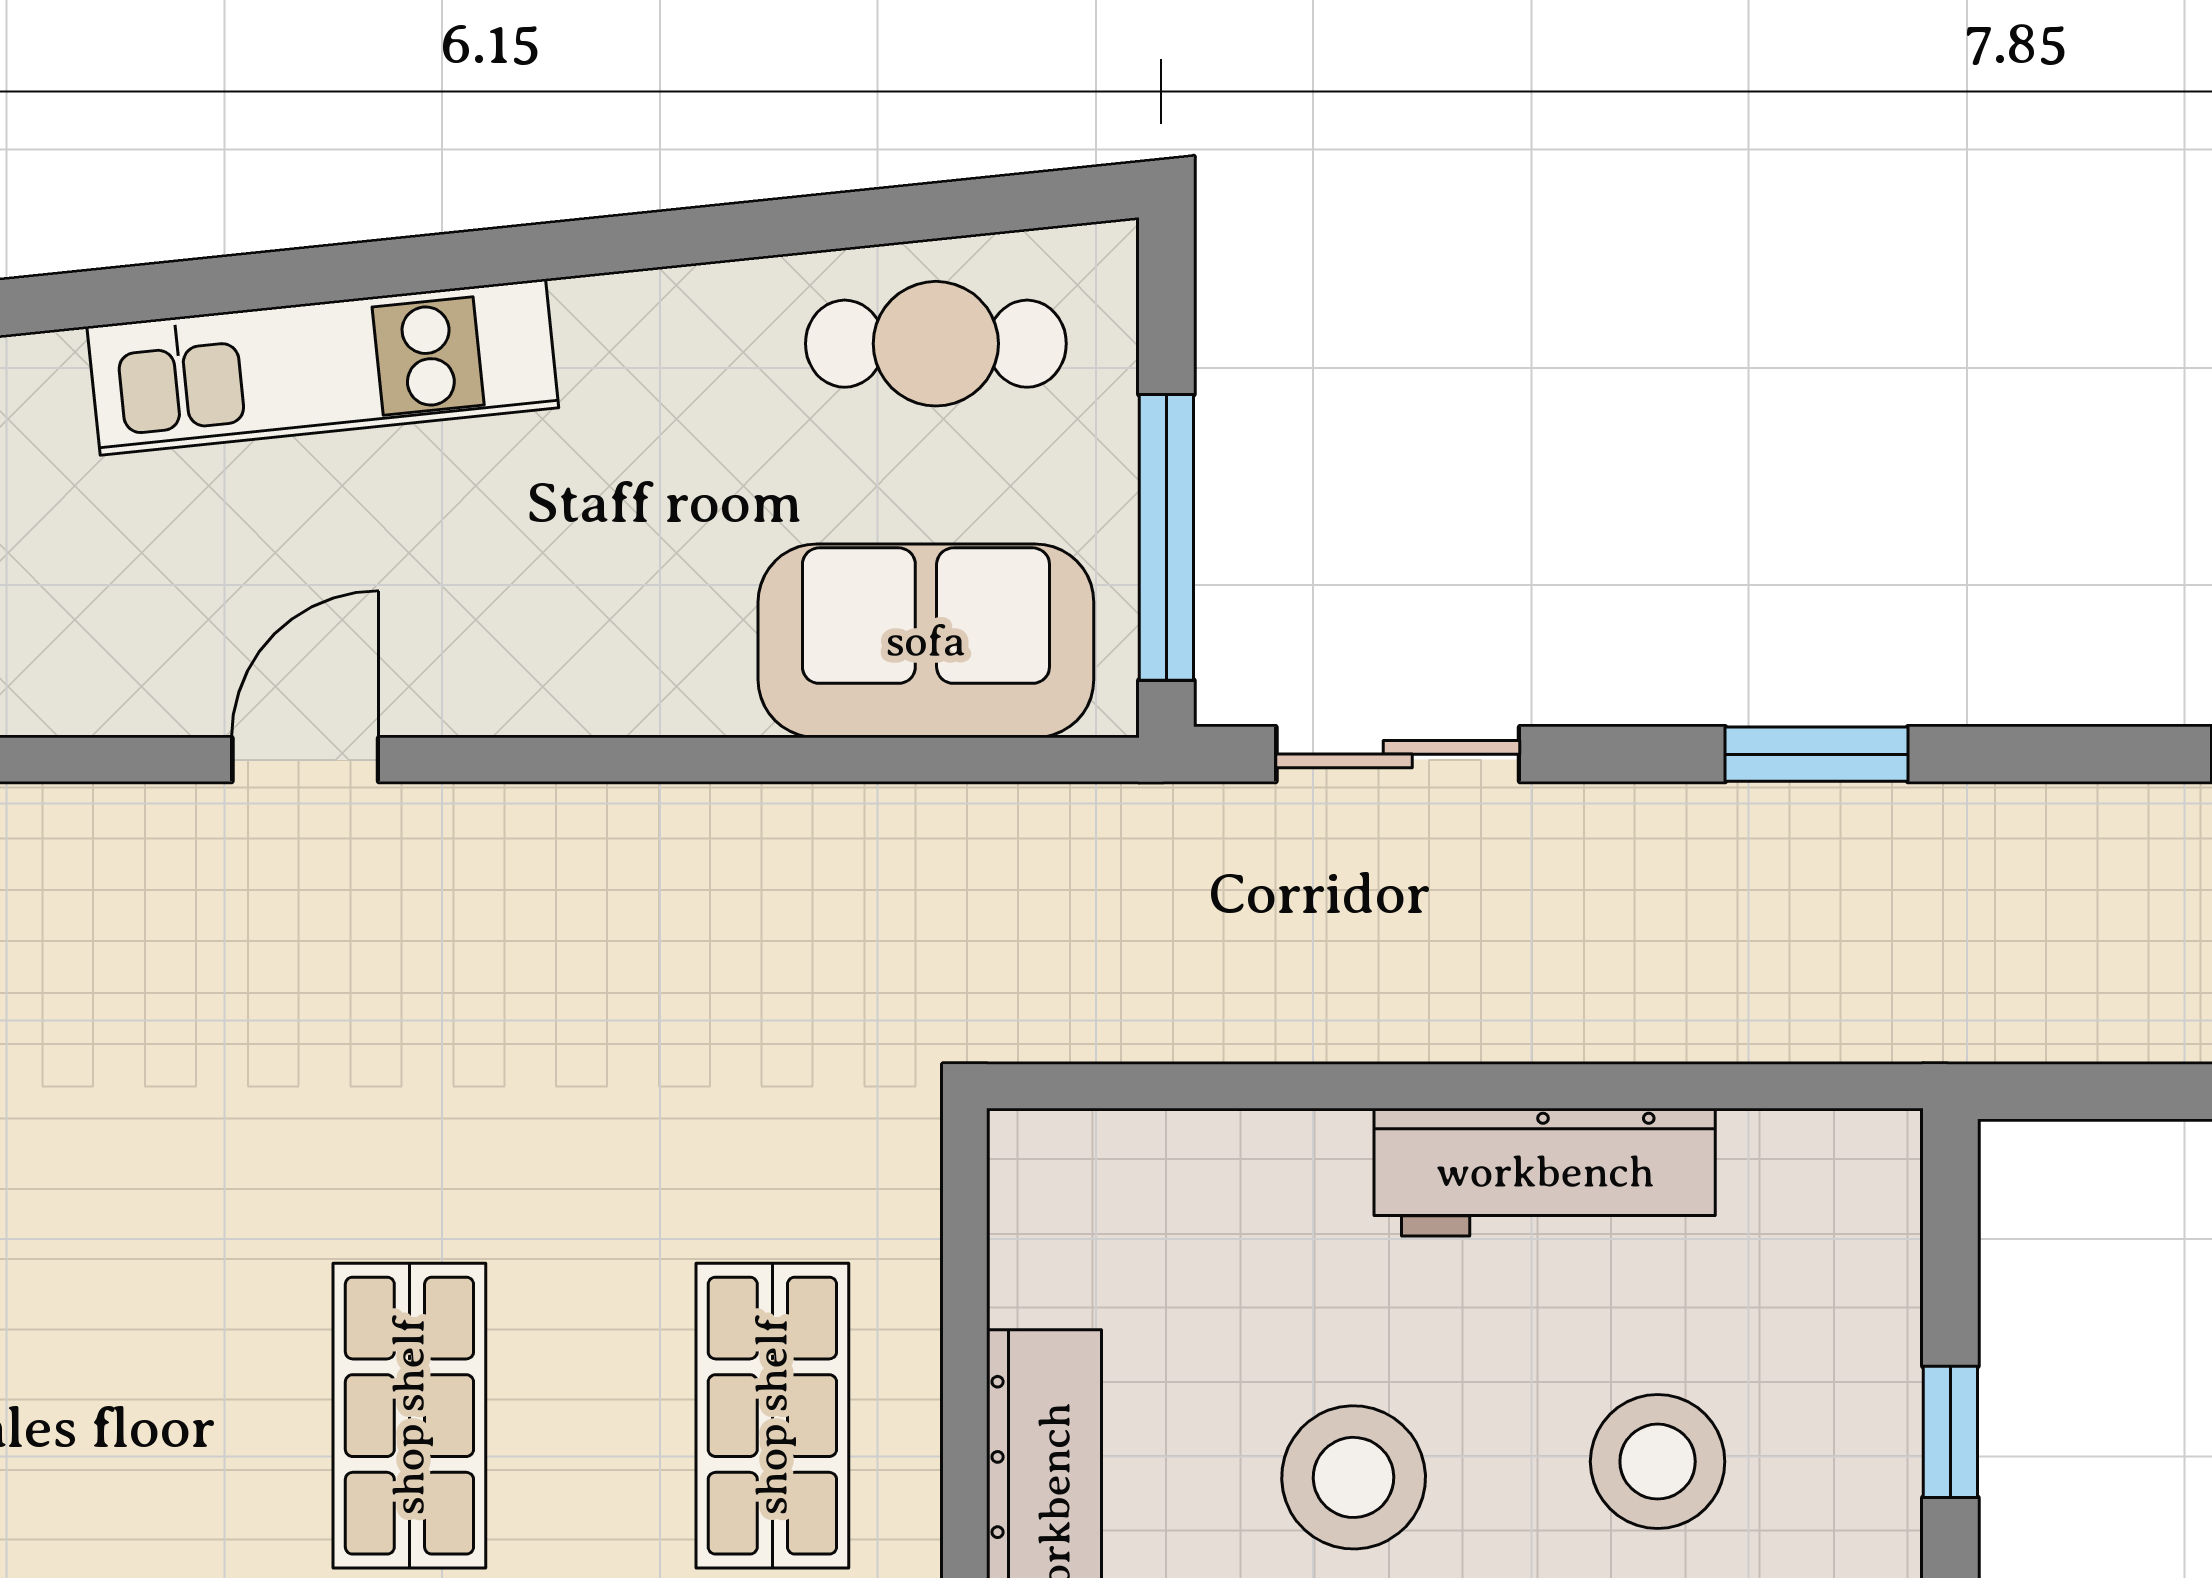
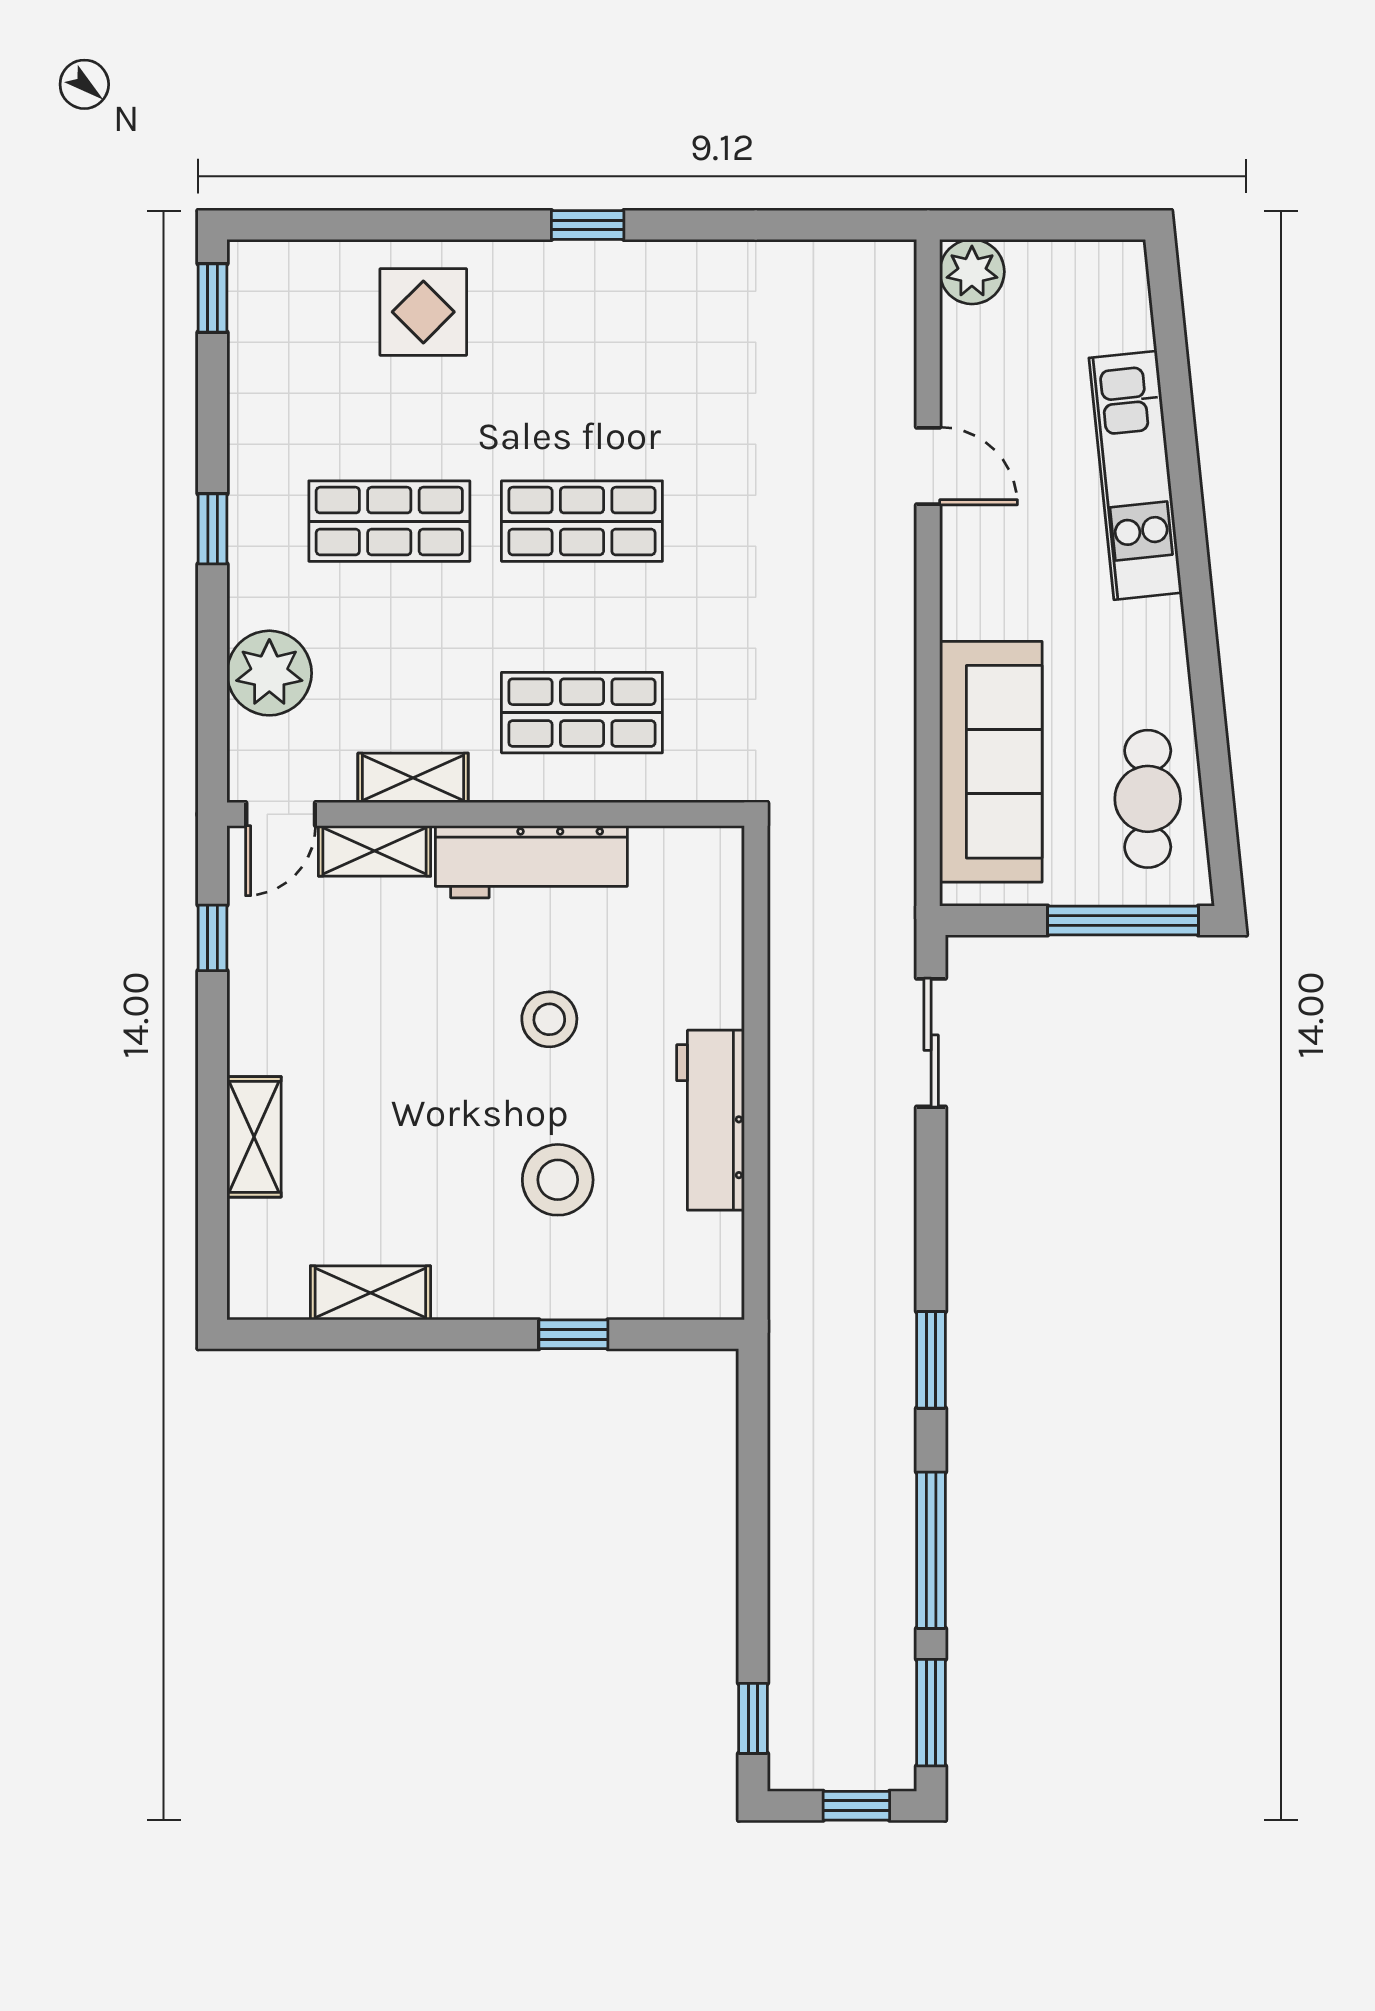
window: (1166, 537) -> (1123, 921), moved
sofa: (926, 641) -> (991, 762), width x1.36
window: (1817, 754) -> (931, 1360), moved
stool: (1354, 1477) -> (549, 1019), width x0.73, depth x0.73

